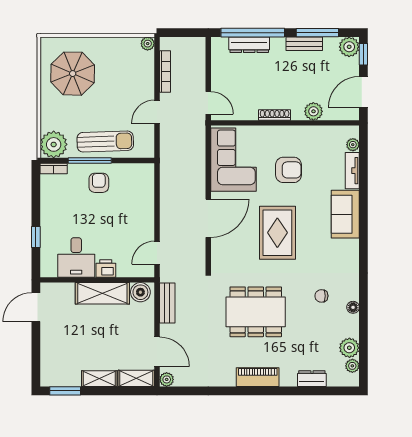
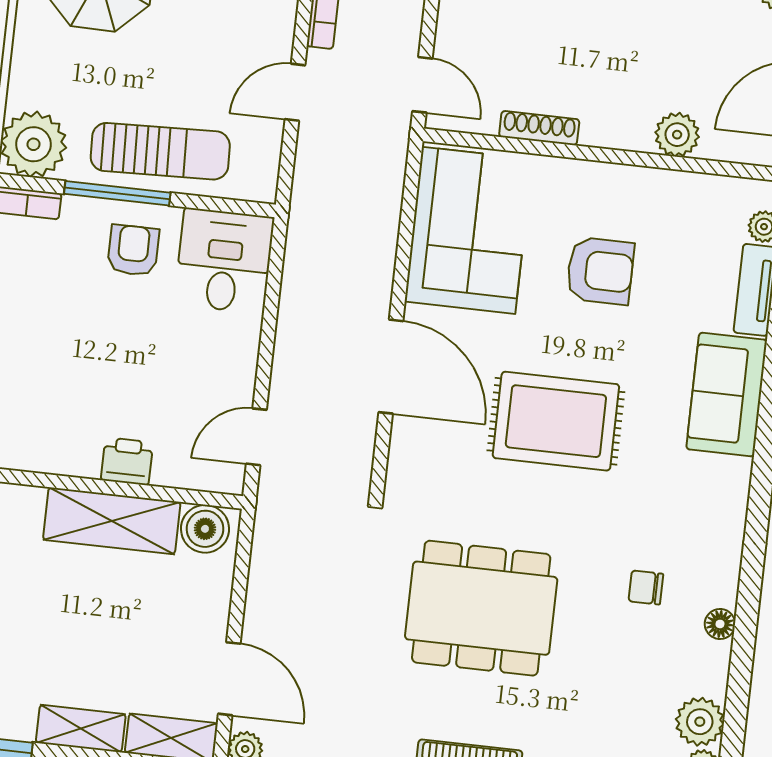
shoe rack: (275, 115) -> (539, 128), moved
door: (208, 218) -> (391, 367), hinge flipped
rug: (277, 233) -> (556, 421), turned 90
desk: (76, 257) -> (224, 261), moved, turned 180
bench: (167, 303) -> (268, 562), removed

